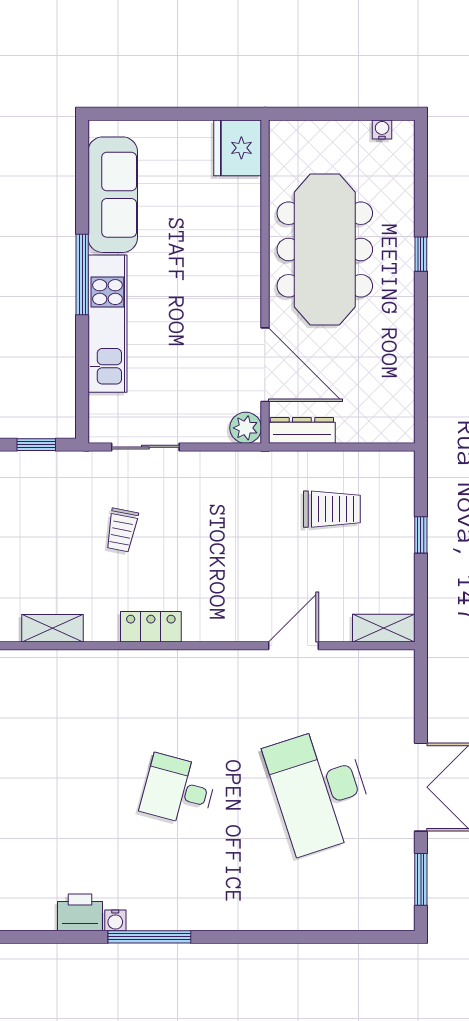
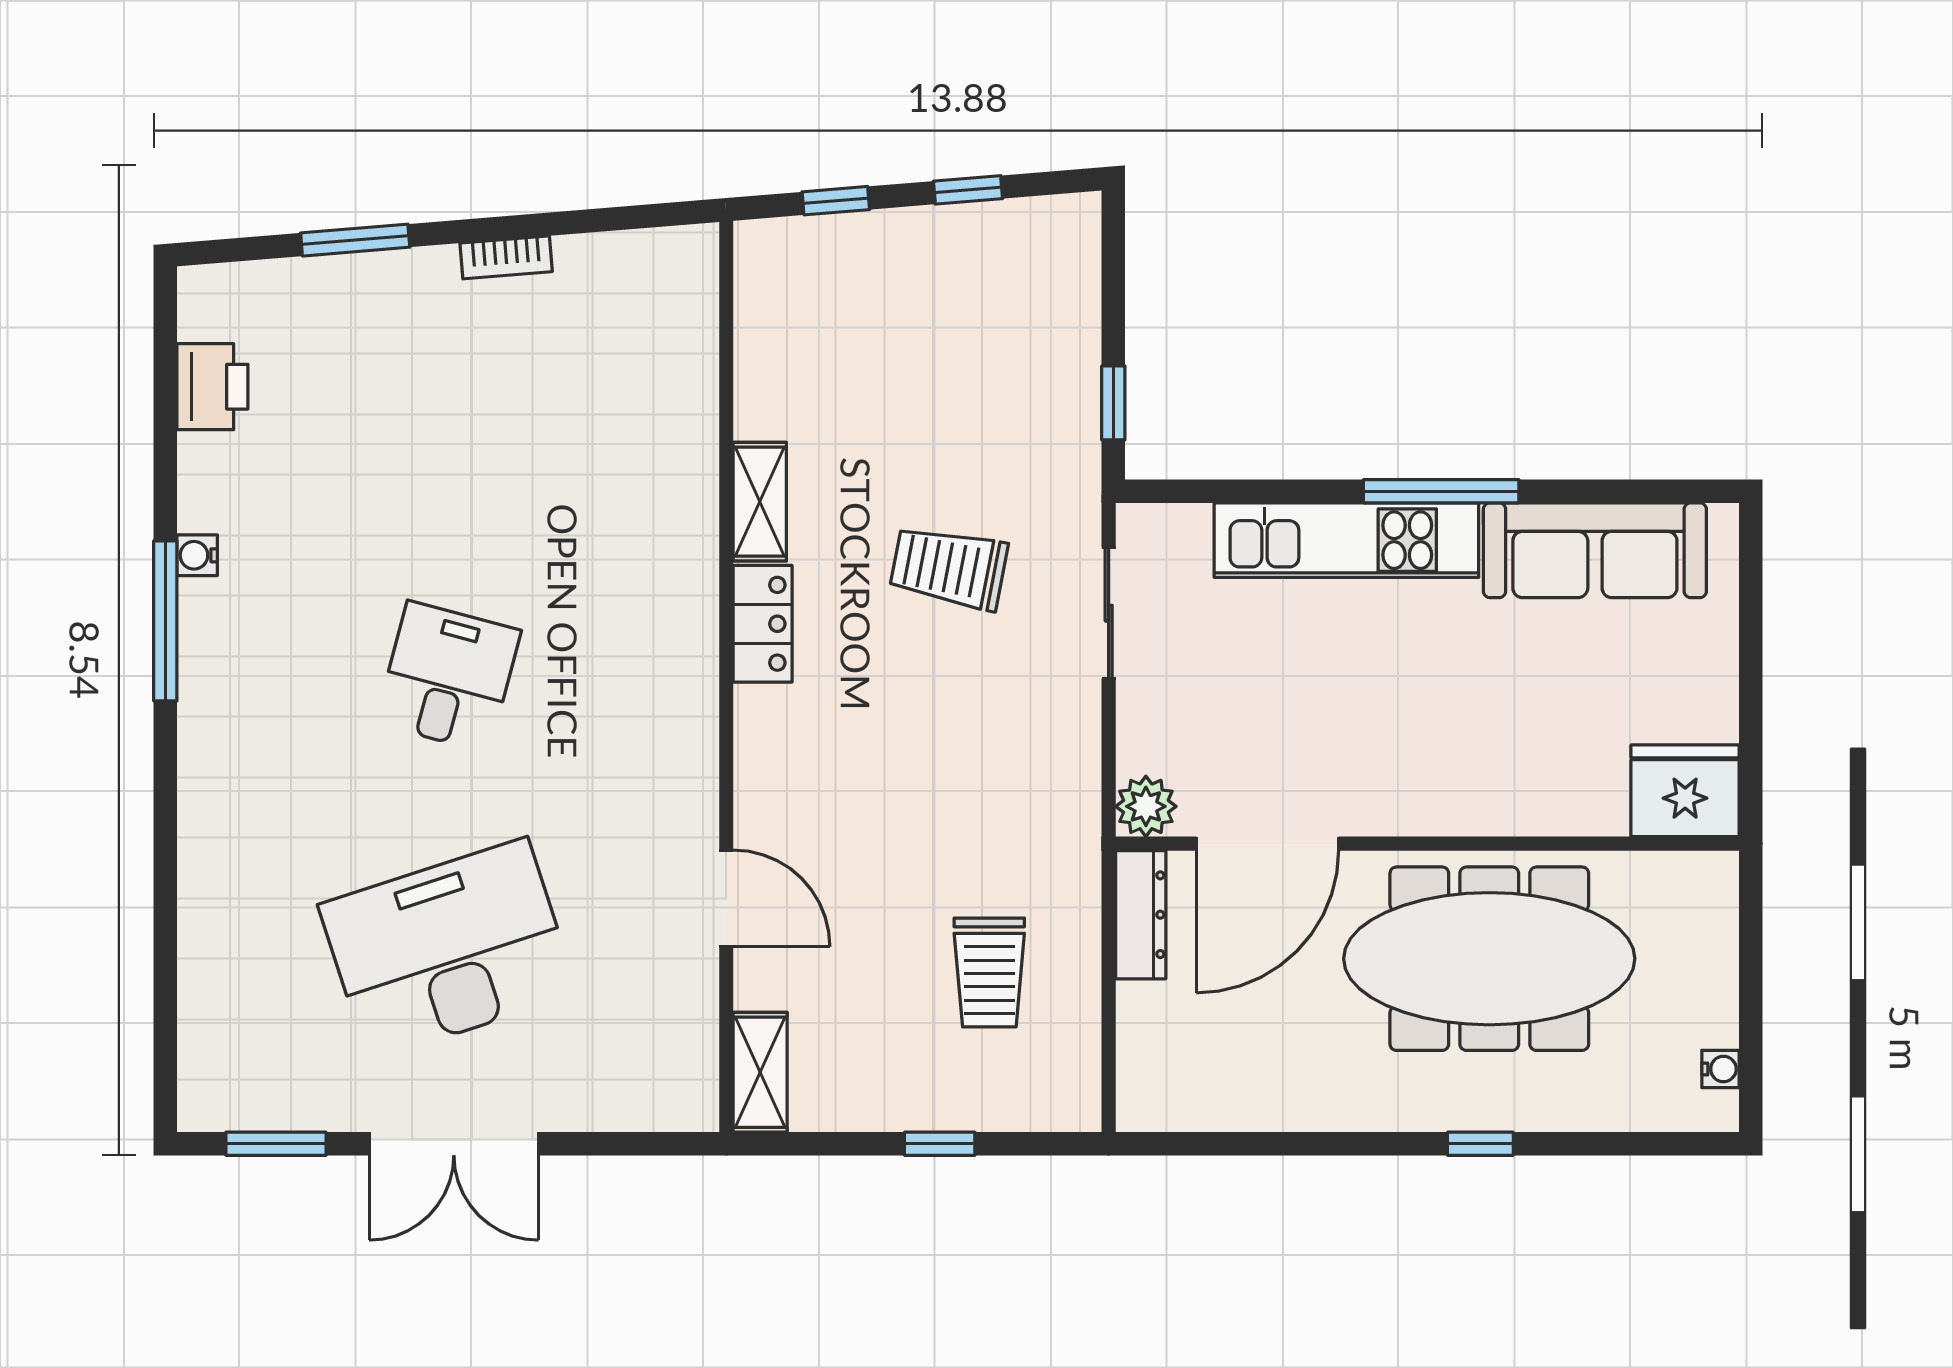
trolley: (122, 530) -> (949, 568), width x1.36, depth x1.39
shelving: (52, 628) -> (760, 502), moved
printer: (80, 912) -> (212, 387), moved

